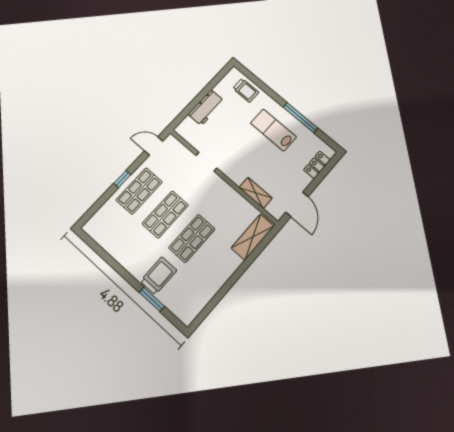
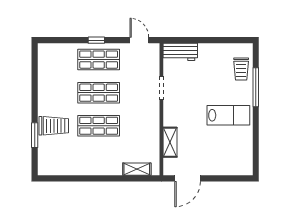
workbench: (206, 108) -> (180, 52), moved
window: (300, 118) -> (256, 87), moved
lab bench: (273, 130) -> (228, 115), turned 90
locker: (317, 165) -> (230, 169), removed
shelving: (253, 237) -> (137, 169), width x0.67, depth x0.75

